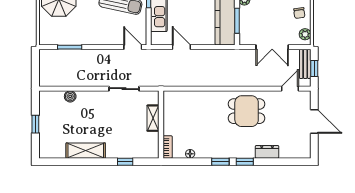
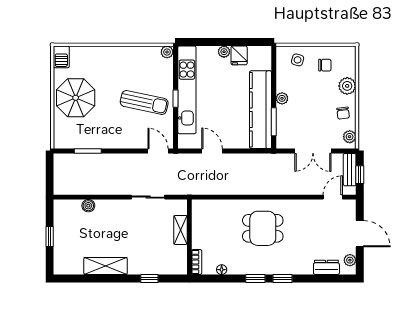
dining table: (247, 111) -> (263, 228), moved
plant: (305, 145) -> (350, 260), added
dresser: (267, 152) -> (326, 267), moved

